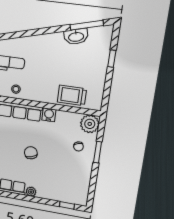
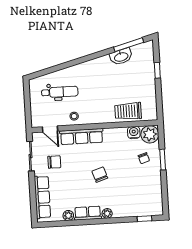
water cooler: (49, 115) -> (134, 133), moved

